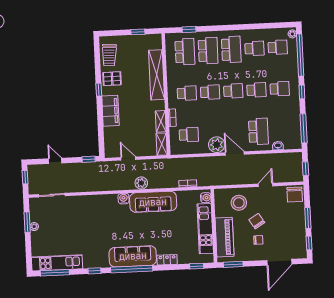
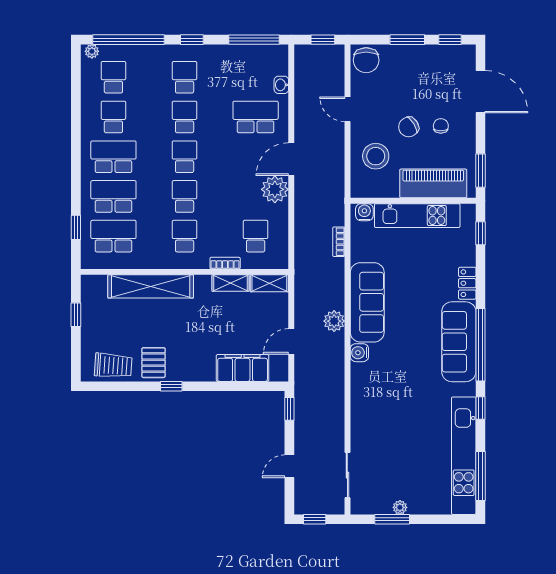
filing cabinet: (110, 111) -> (243, 368), moved
chair: (295, 194) -> (366, 60), turned 90
kitchen unit: (57, 263) -> (464, 456), width x1.36

